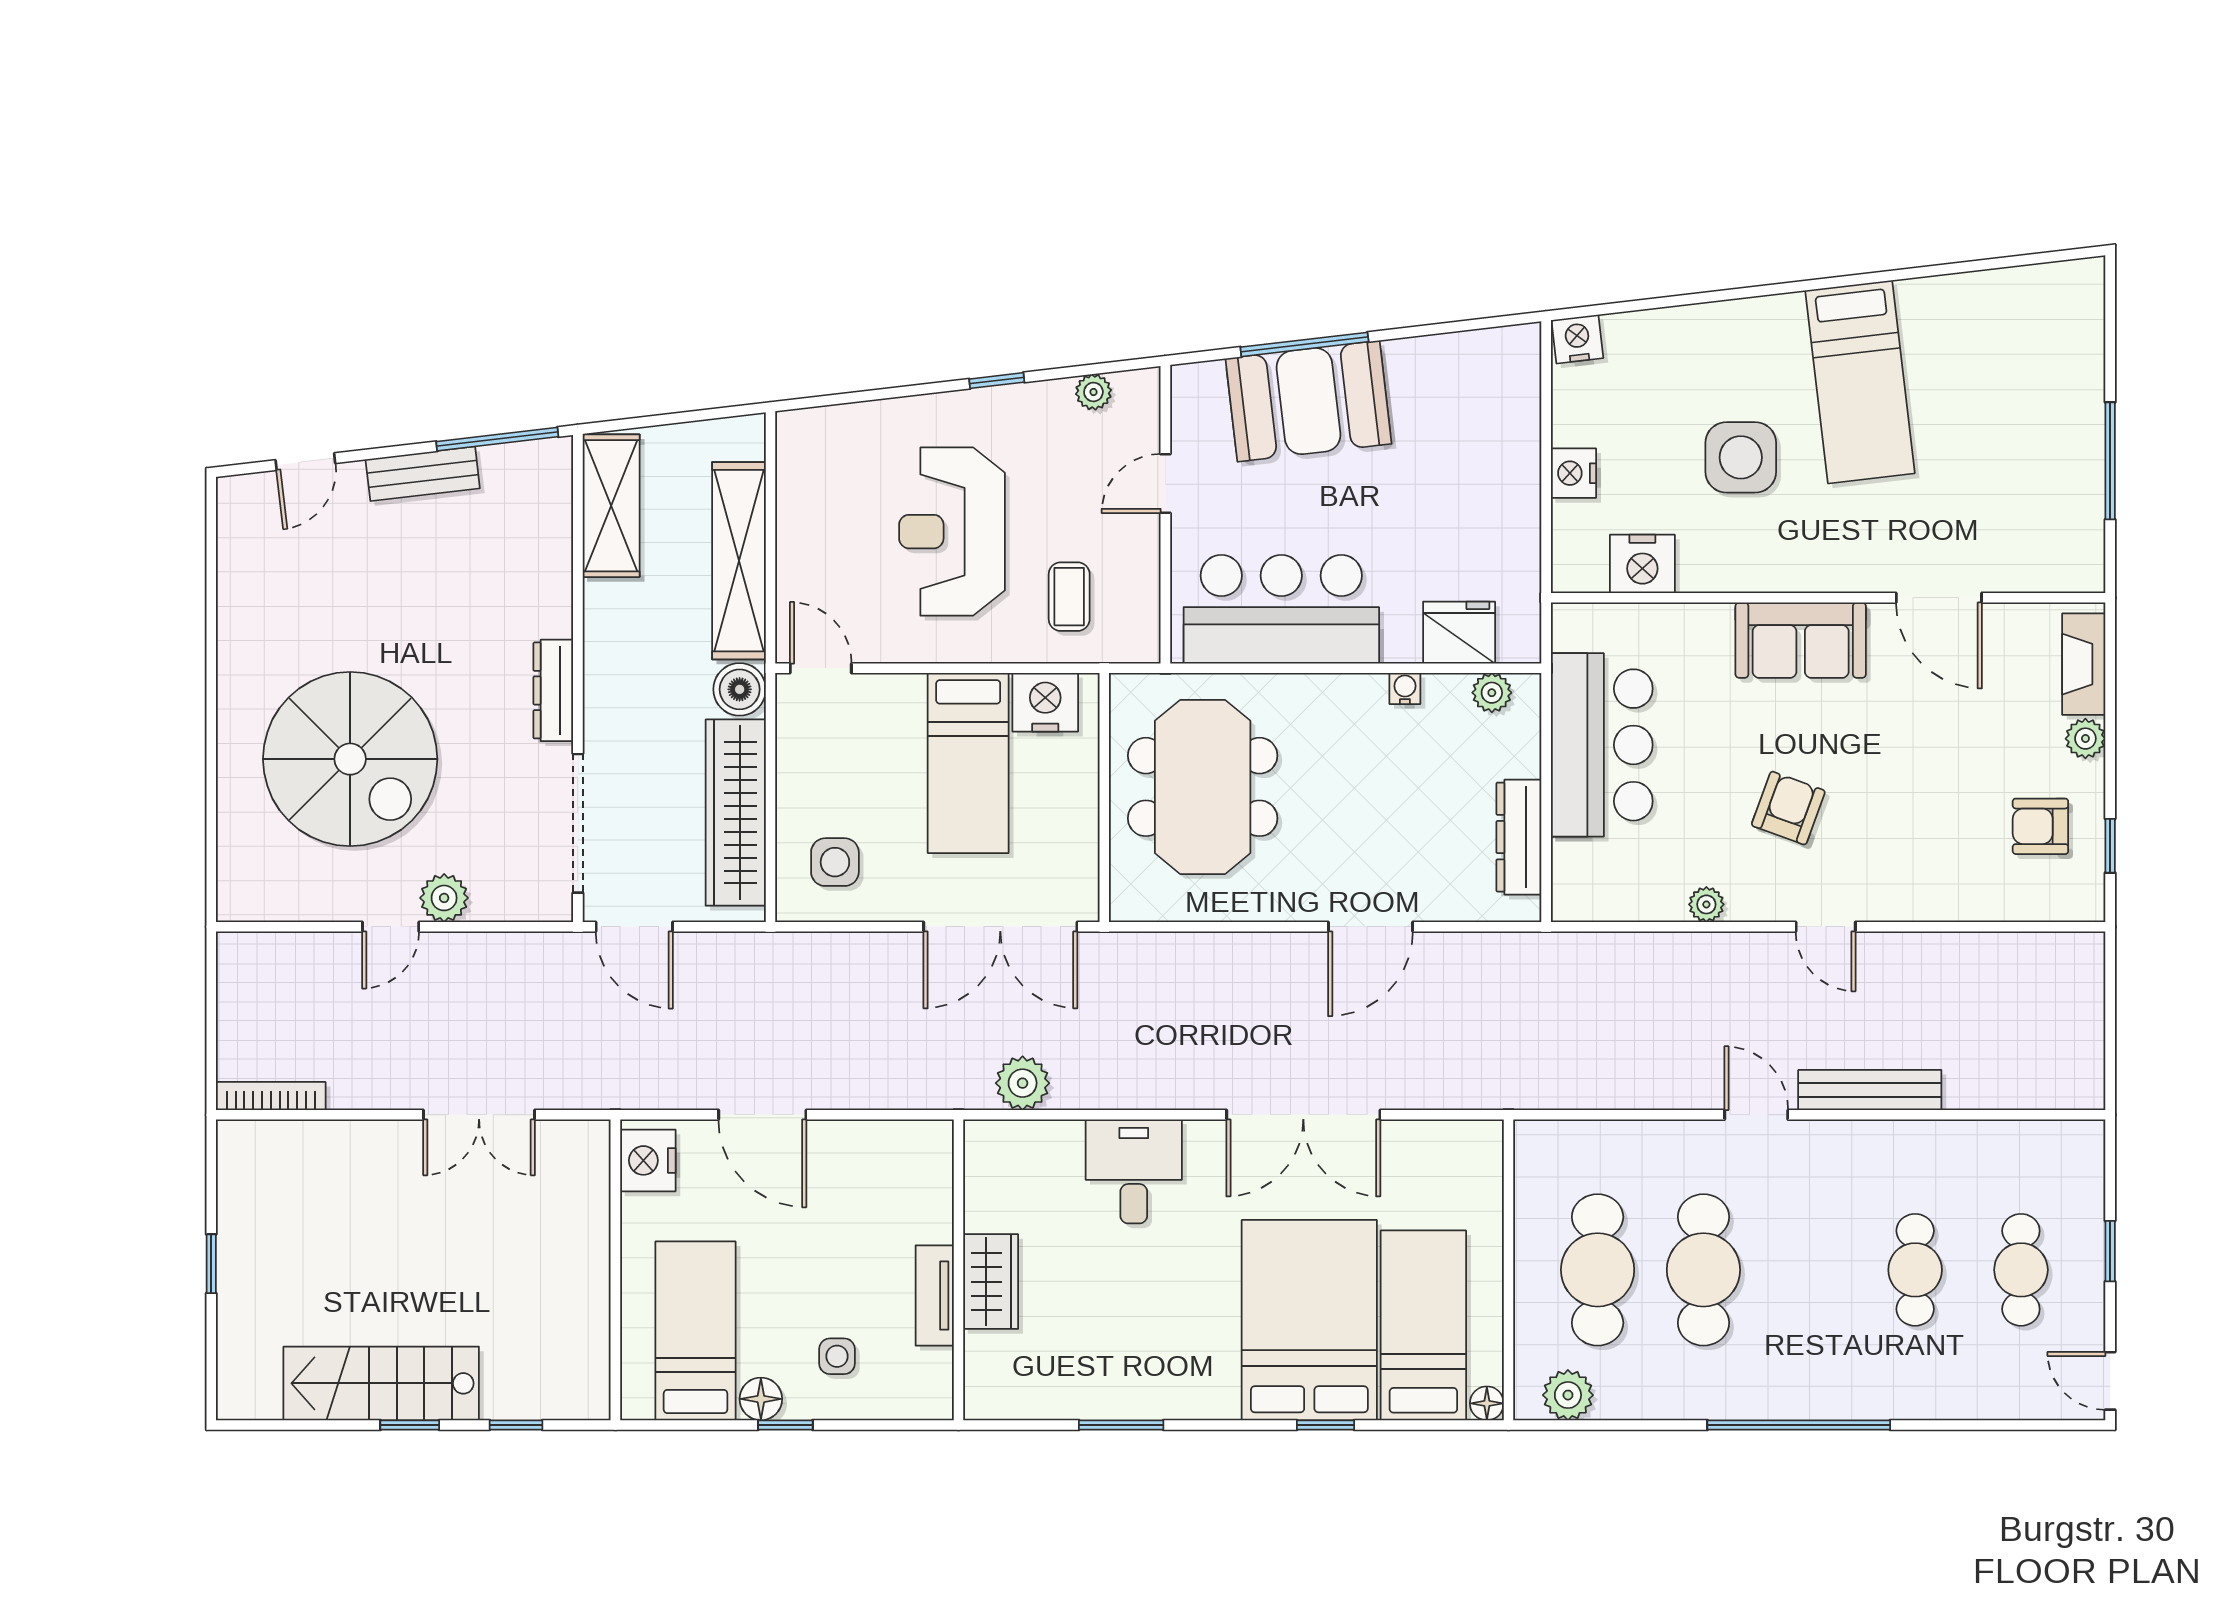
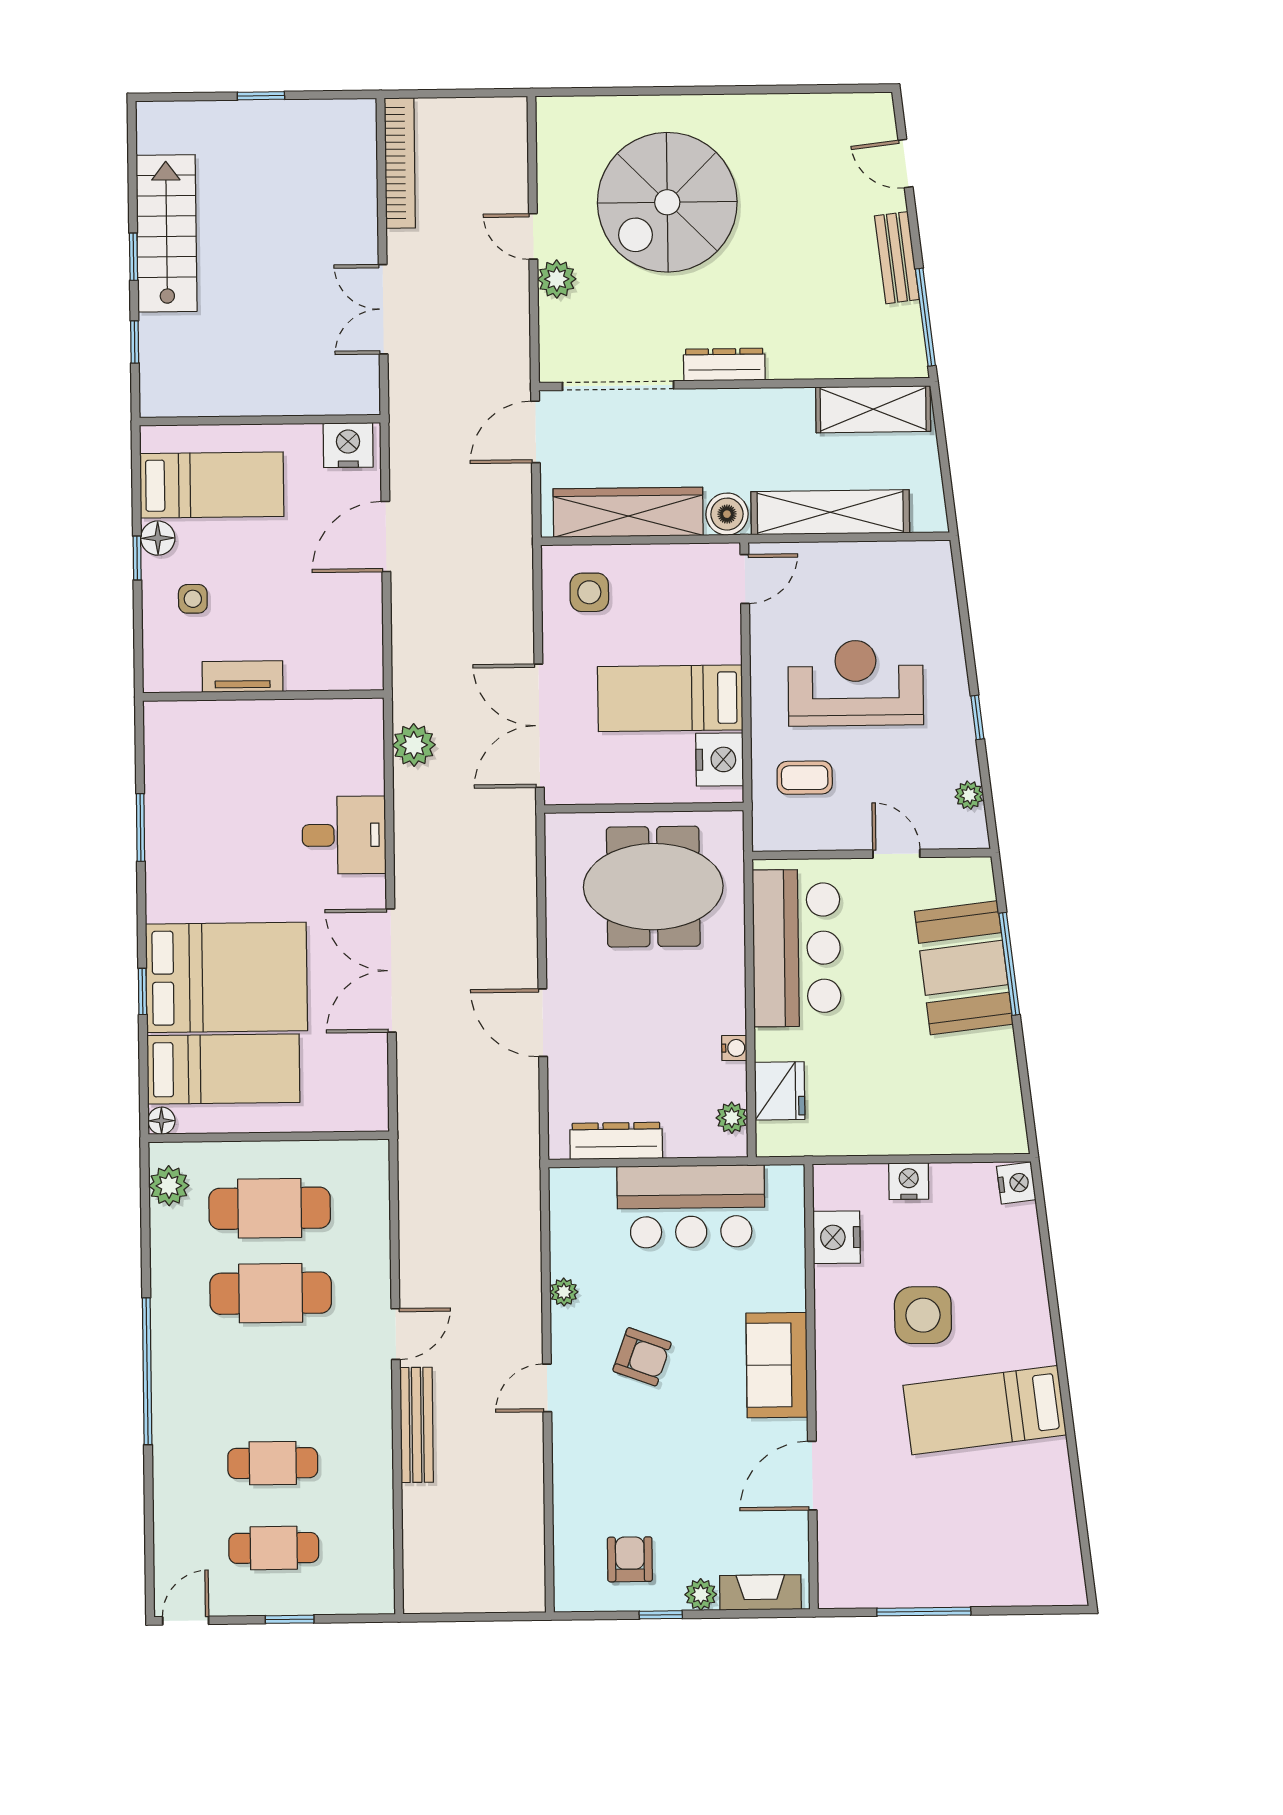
window: (2110, 846) -> (661, 1615), moved
bookcase: (271, 1096) -> (400, 163), width x1.48, depth x1.31
wardrobe: (991, 1282) -> (254, 721), removed

